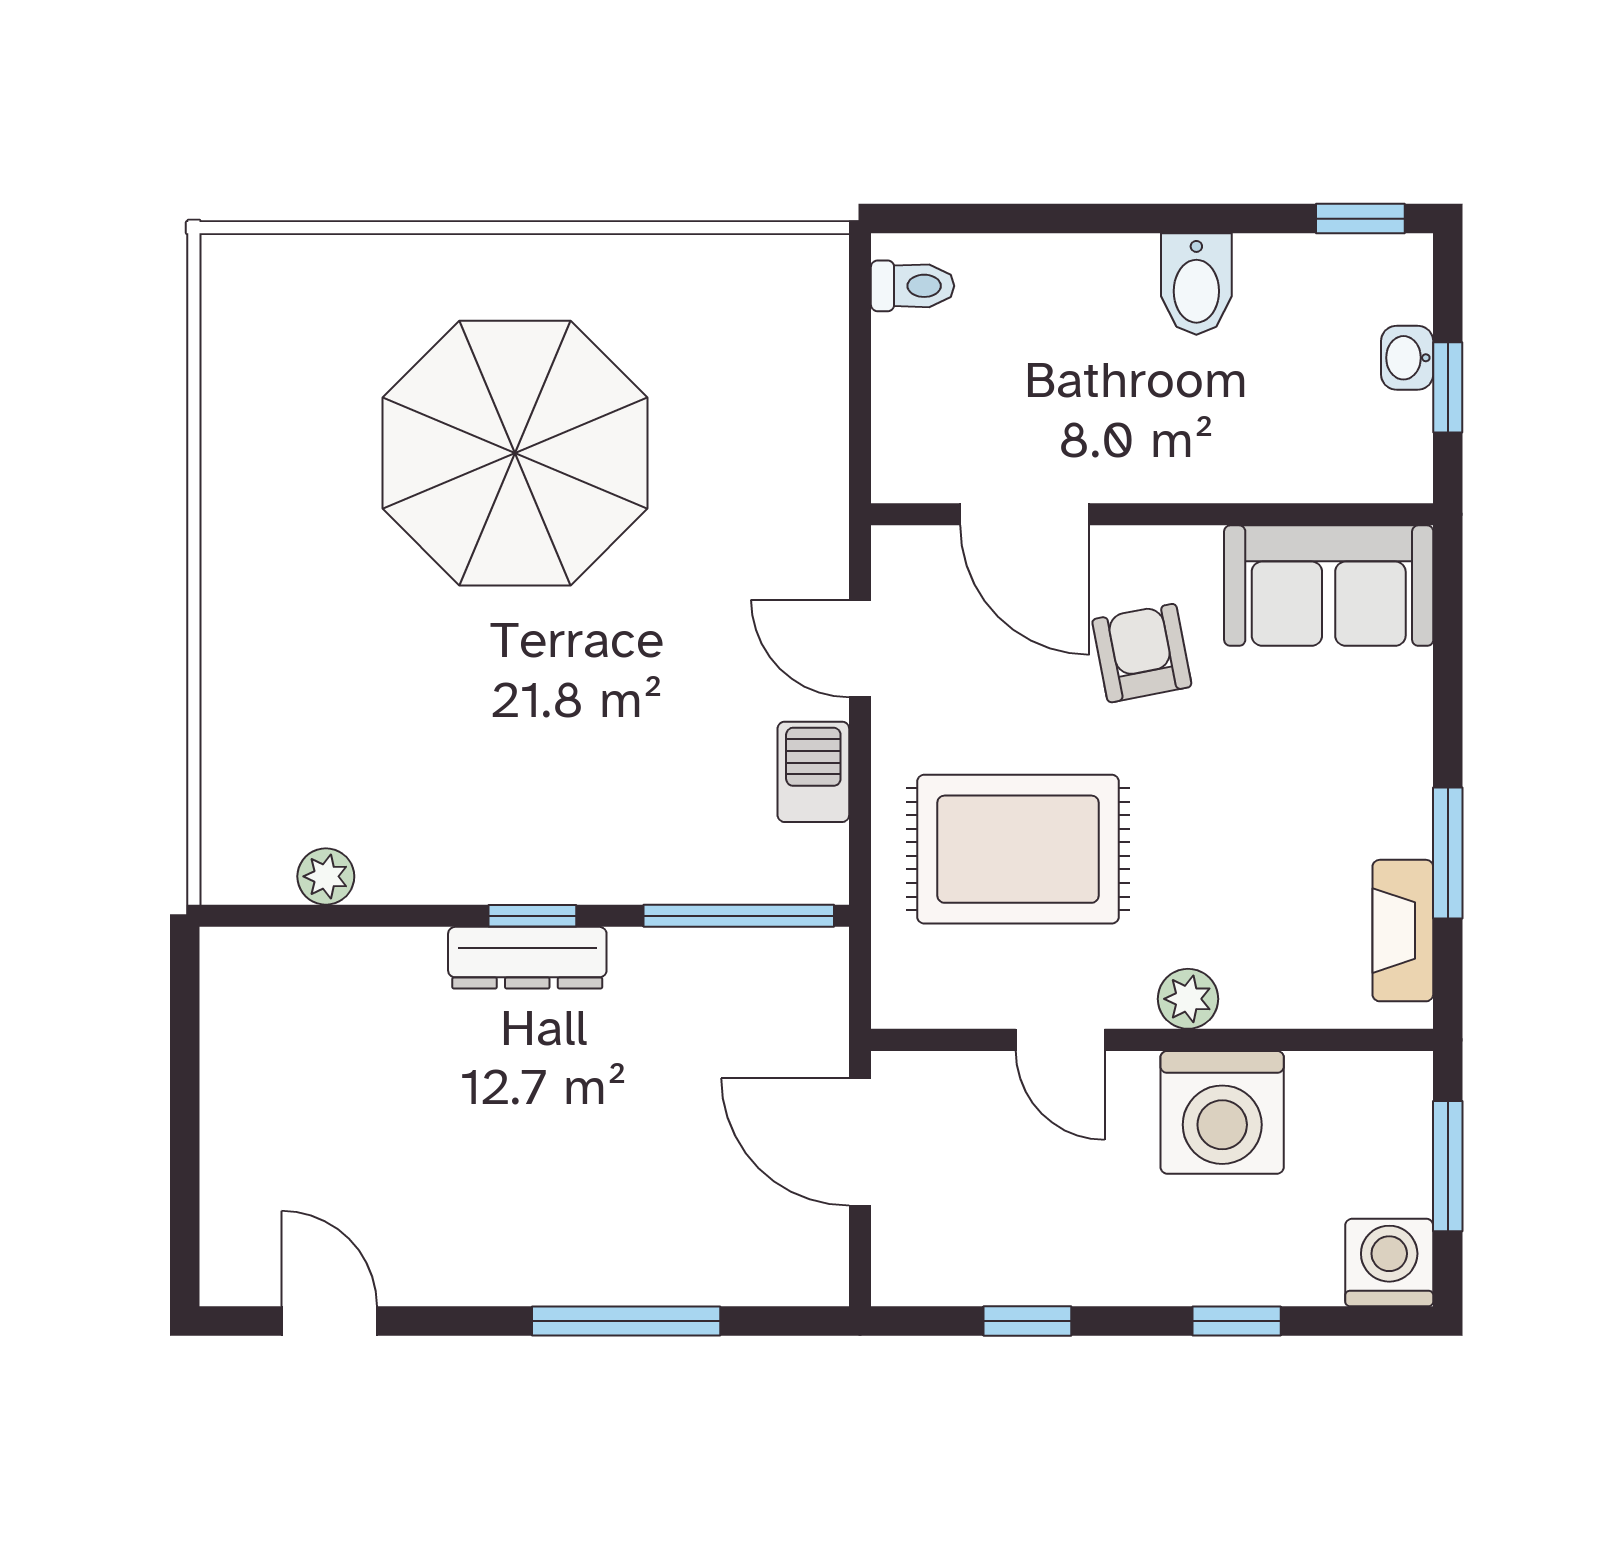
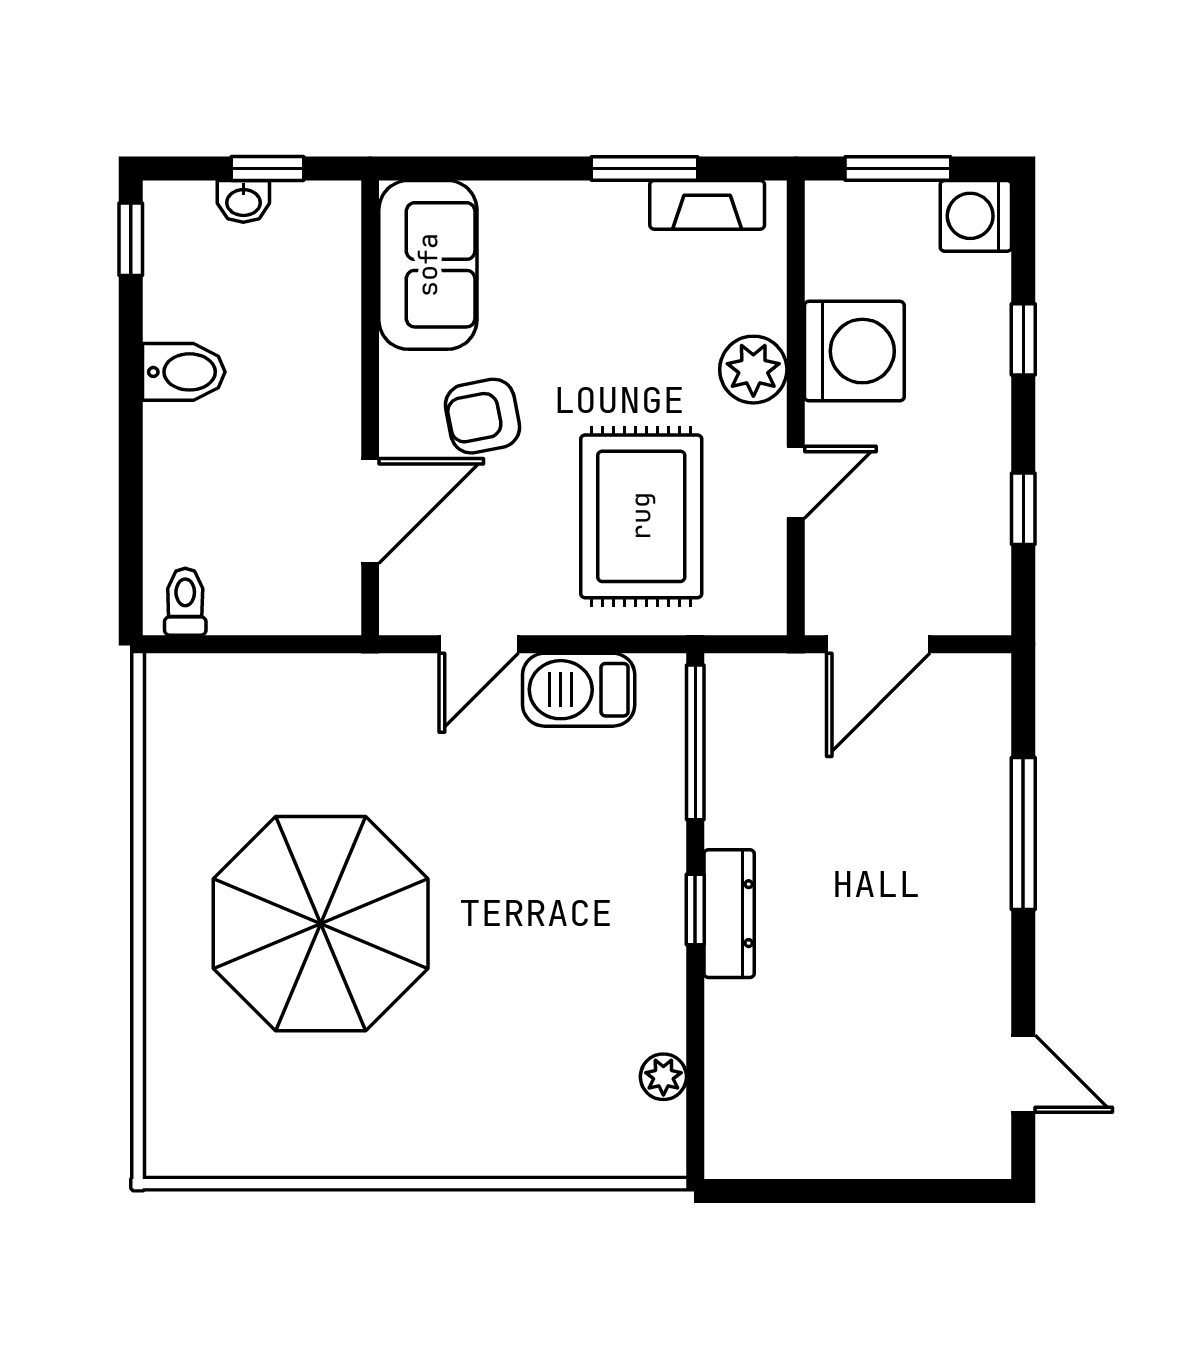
barbecue: (813, 772) -> (579, 690), width x1.38, depth x1.27
plant: (1188, 999) -> (753, 370), width x1.38, depth x1.38
door: (329, 1321) -> (1023, 1074), swing flipped

